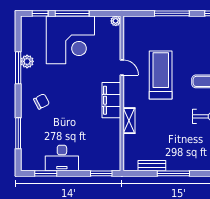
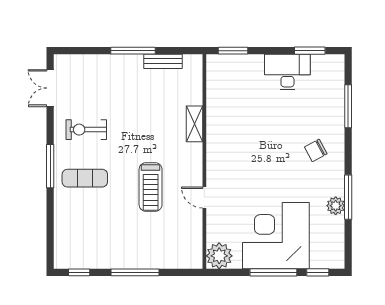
plant: (116, 21) -> (219, 256), width x1.88, depth x1.88
treadmill: (161, 75) -> (151, 187), width x0.73, depth x0.73
filing cabinet: (111, 100) -> (219, 152), removed

